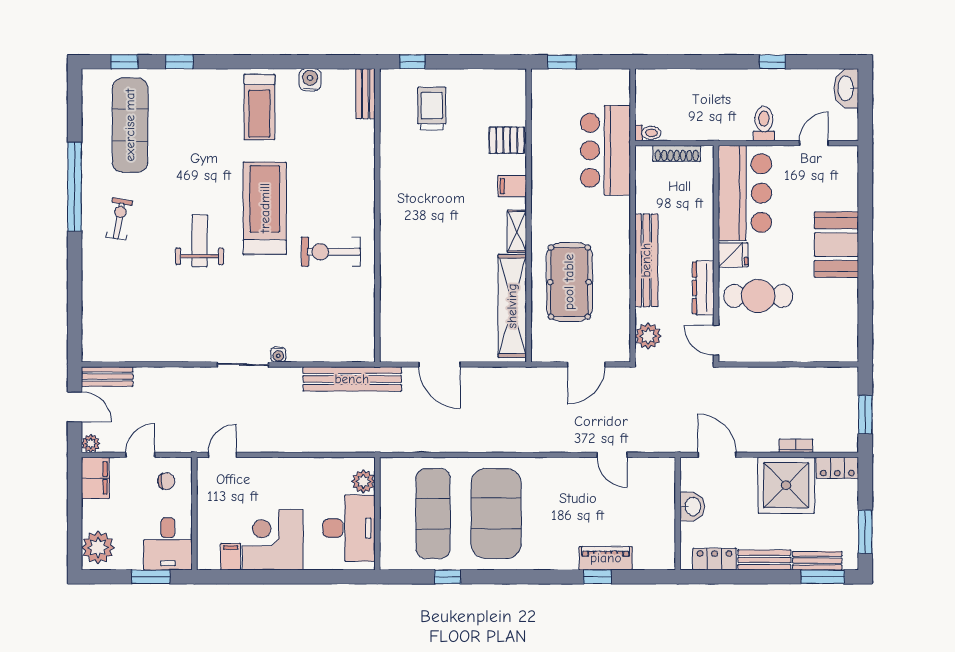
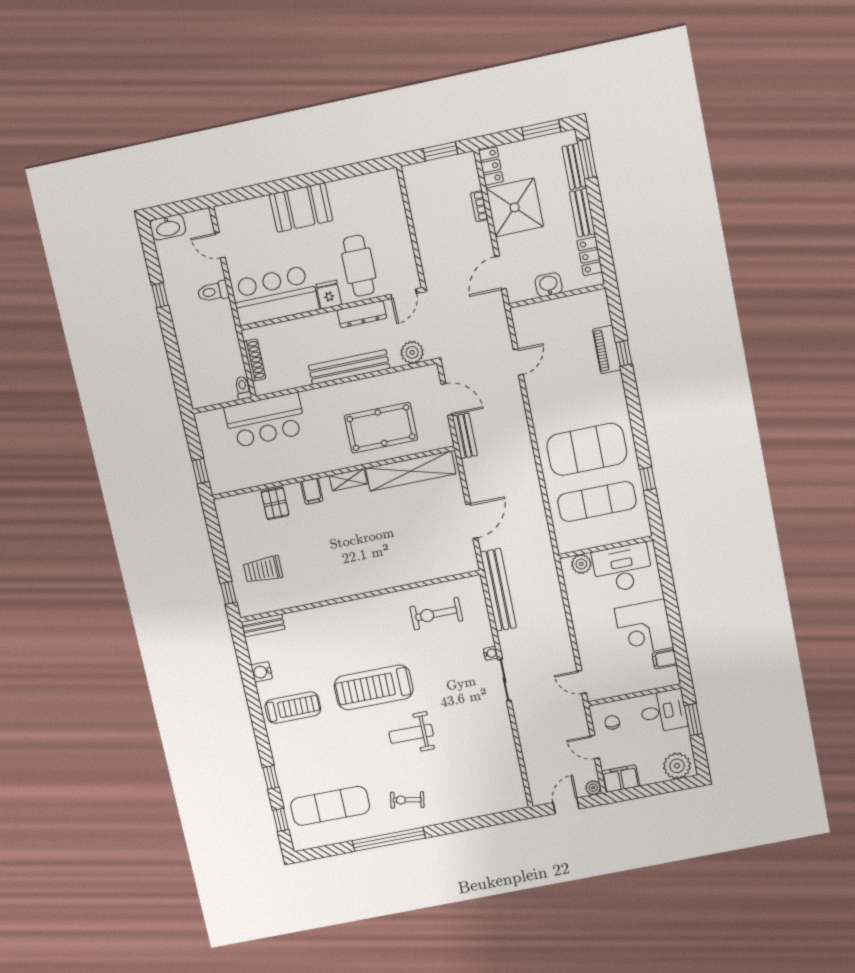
exercise bike: (331, 252) -> (436, 614), moved, turned 90
bench: (107, 377) -> (465, 436), moved

